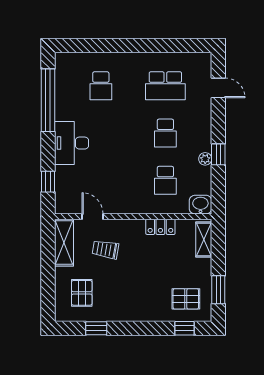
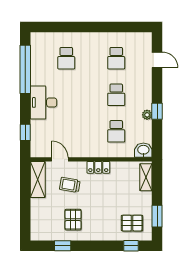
school desk: (165, 86) -> (116, 58), width x0.54
locker: (160, 227) -> (98, 167), moved
pallet: (82, 293) -> (73, 220), moved

